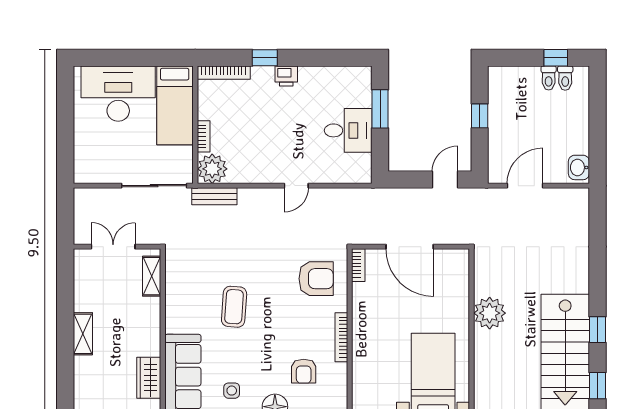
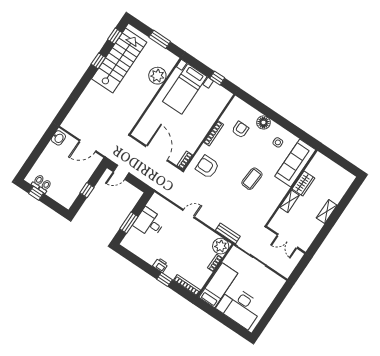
shelving: (152, 276) -> (290, 201), moved
plant: (490, 313) -> (157, 76), moved
wardrobe: (149, 378) -> (303, 183), moved

